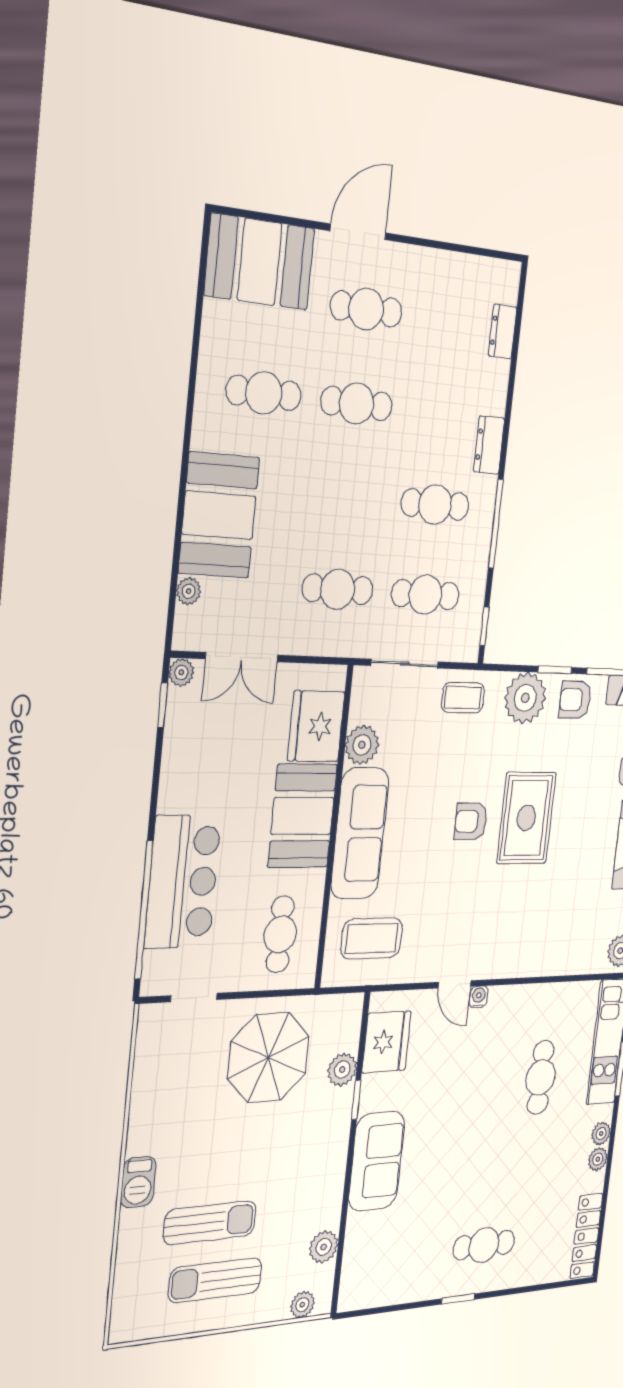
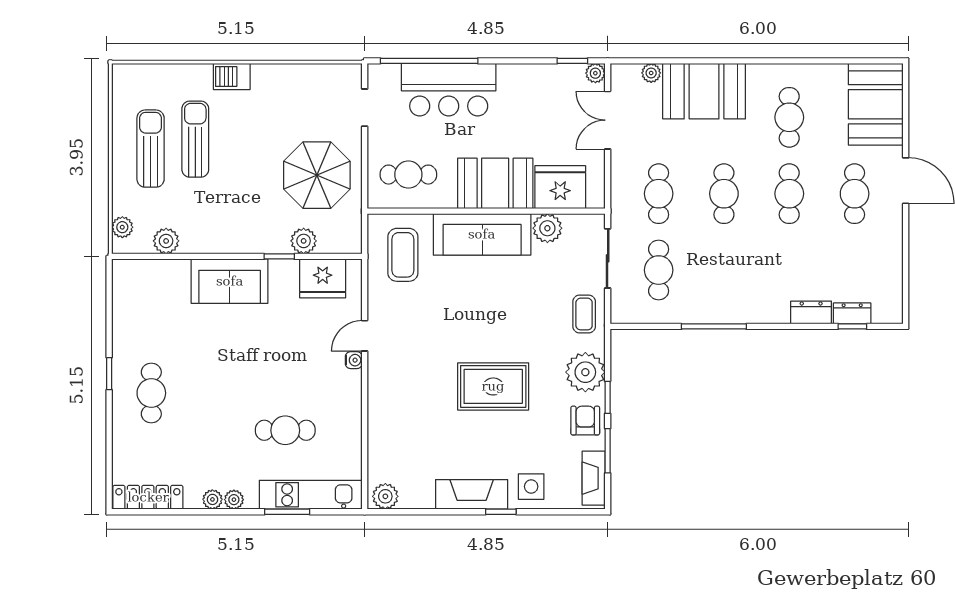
dresser: (489, 445) -> (811, 312), moved
cafe table: (435, 505) -> (724, 194), moved
window: (484, 626) -> (852, 326), moved
armchair: (471, 821) -> (491, 334), removed
sun lounger: (210, 1223) -> (195, 139), turned 180

